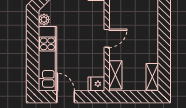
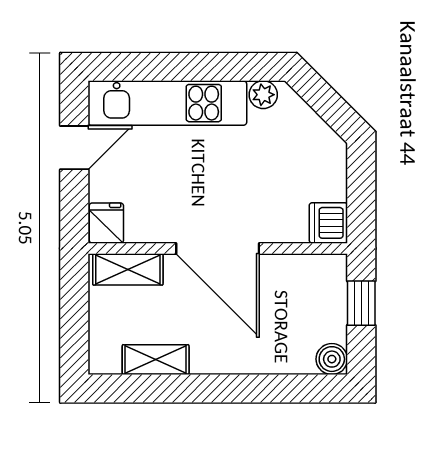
door: (107, 38) -> (218, 248), width x1.87
shelving: (152, 77) -> (156, 360), moved

